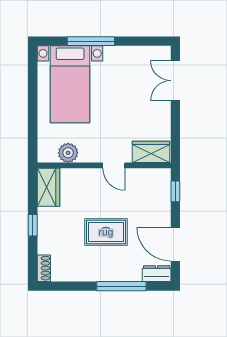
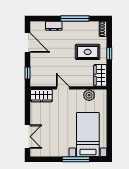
rug: (106, 232) -> (88, 52), moved
dresser: (157, 274) -> (54, 26), moved
window: (121, 286) -> (75, 19), moved

